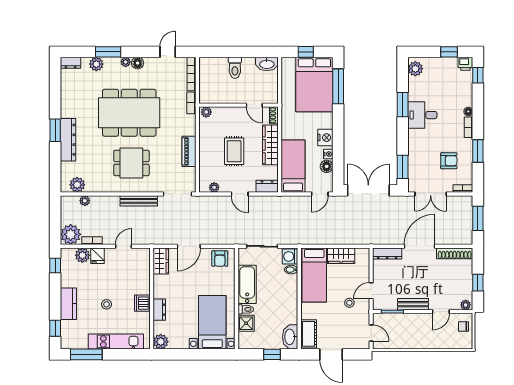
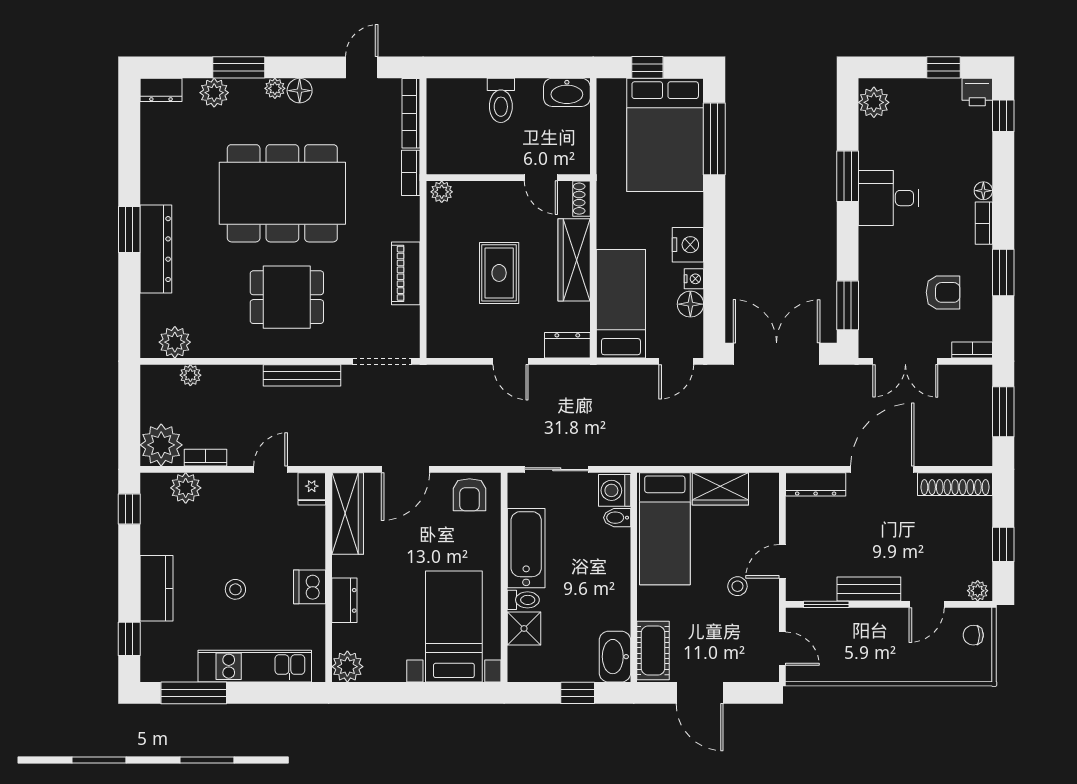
plant: (214, 187) -> (458, 348), removed
fridge: (98, 256) -> (312, 489), moved
wardrobe: (161, 261) -> (348, 513), width x1.50

